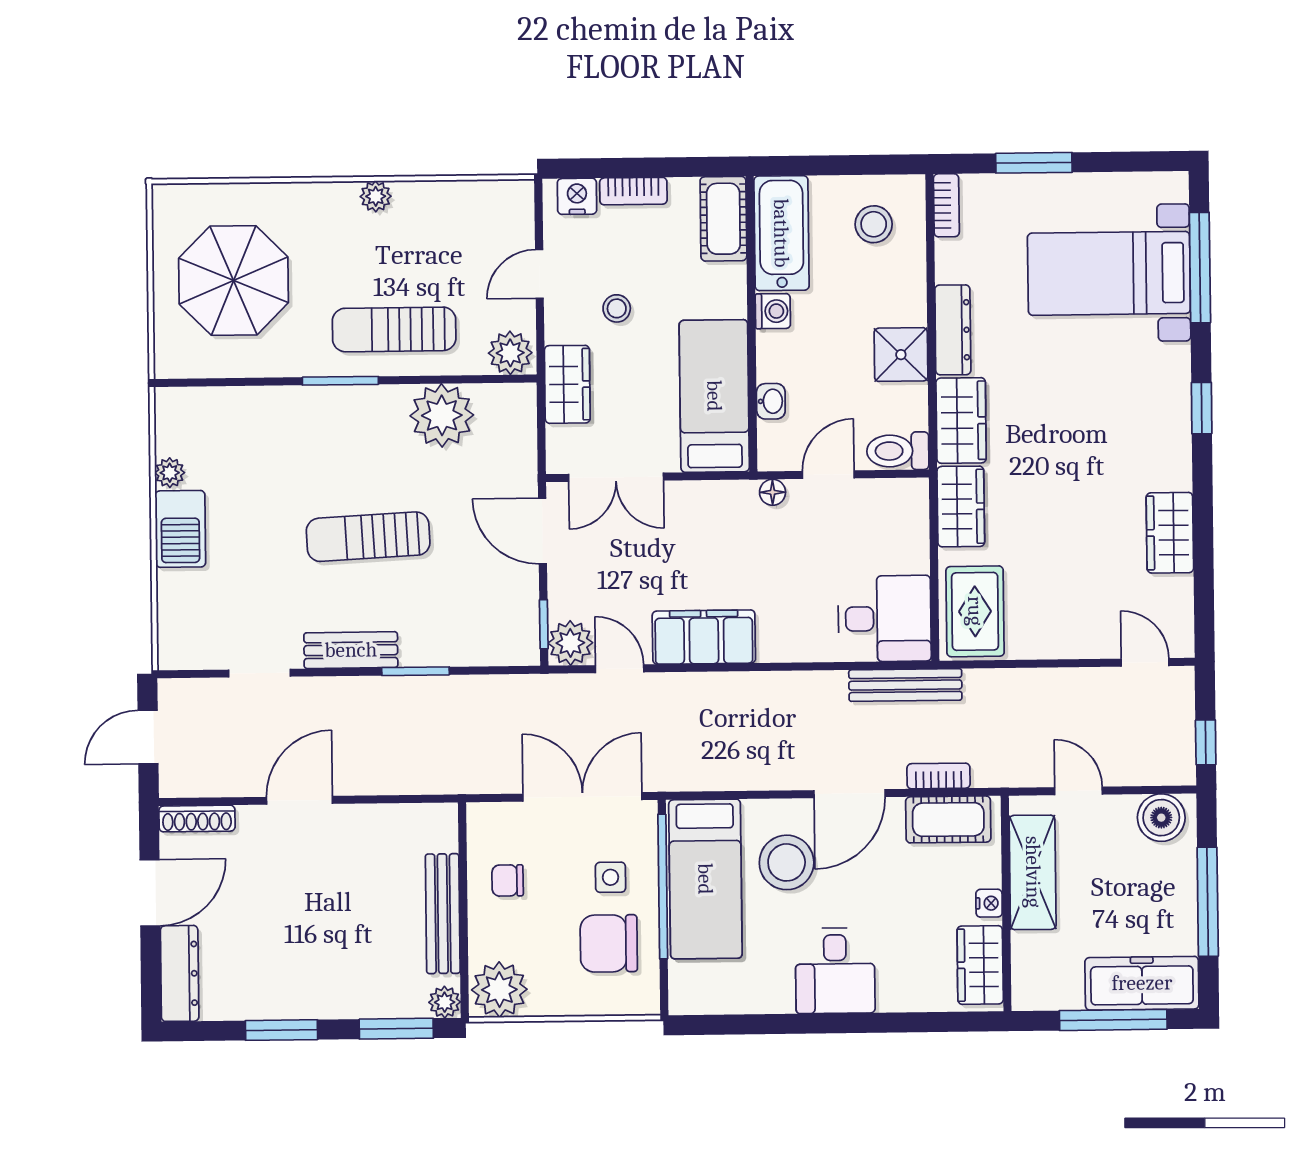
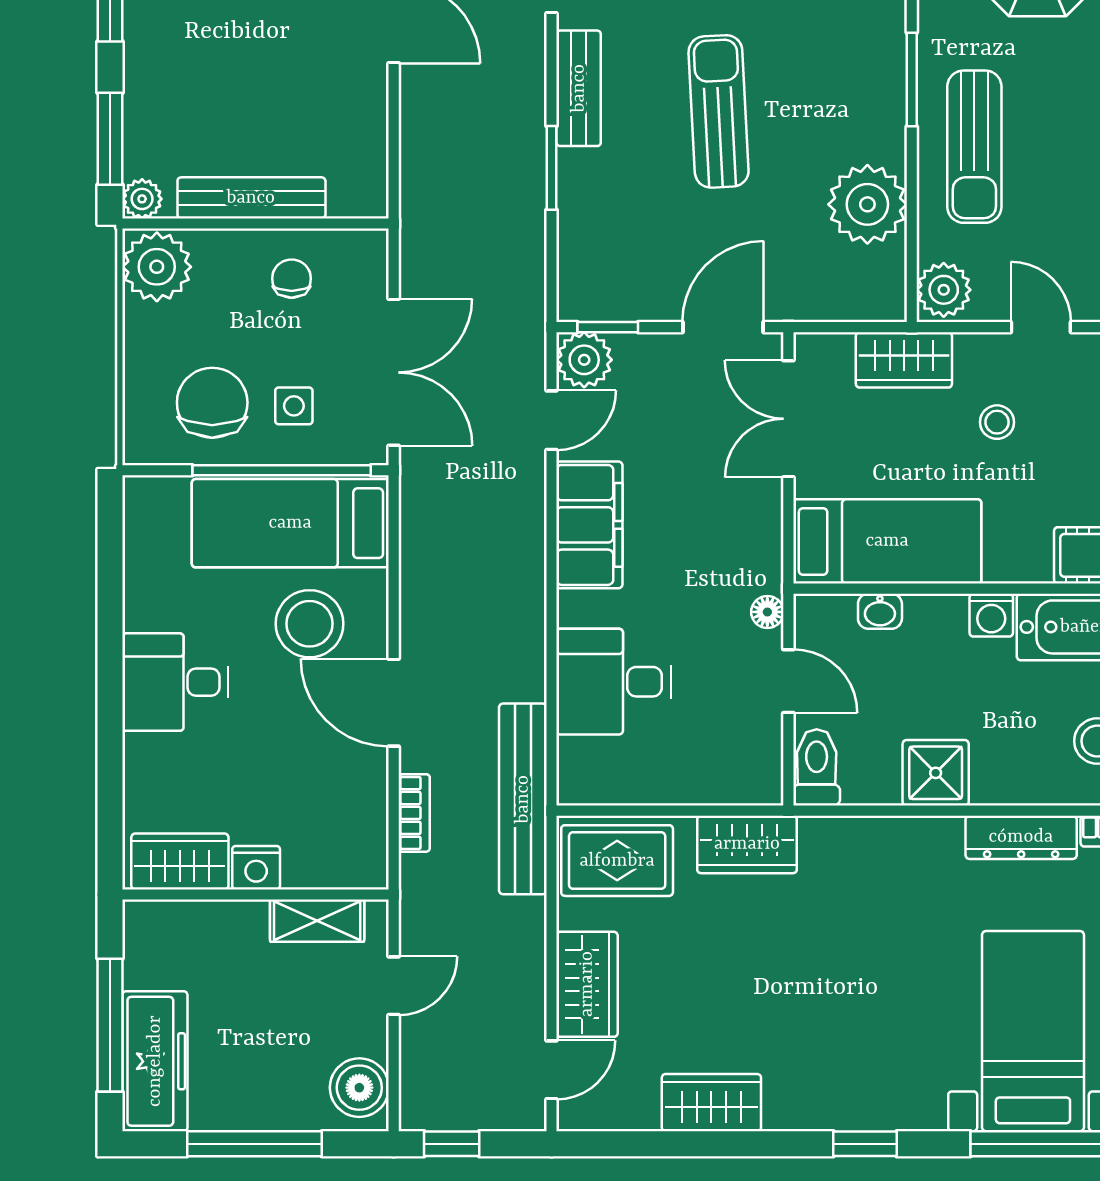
sun lounger: (394, 329) -> (974, 147), turned 180
dresser: (953, 330) -> (1021, 837), moved
wardrobe: (961, 420) -> (587, 984), moved, turned -90
desk: (885, 619) -> (614, 682), moved, turned 90
bench: (905, 685) -> (523, 799), width x1.37, depth x1.21
cot: (948, 819) -> (360, 824), removed
shelving: (1033, 872) -> (317, 921), width x0.67, depth x0.75
nightstand: (989, 903) -> (256, 868), width x1.39, depth x1.35

